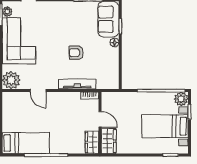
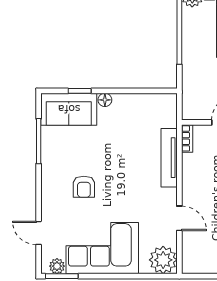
armchair: (76, 53) -> (84, 187), moved
door: (38, 91) -> (179, 218), hinge flipped

